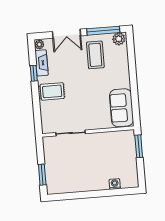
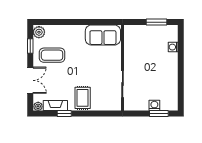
window: (103, 31) -> (30, 46), width x0.46
window: (139, 146) -> (157, 22), moved
washing machine: (51, 169) -> (154, 105), added

